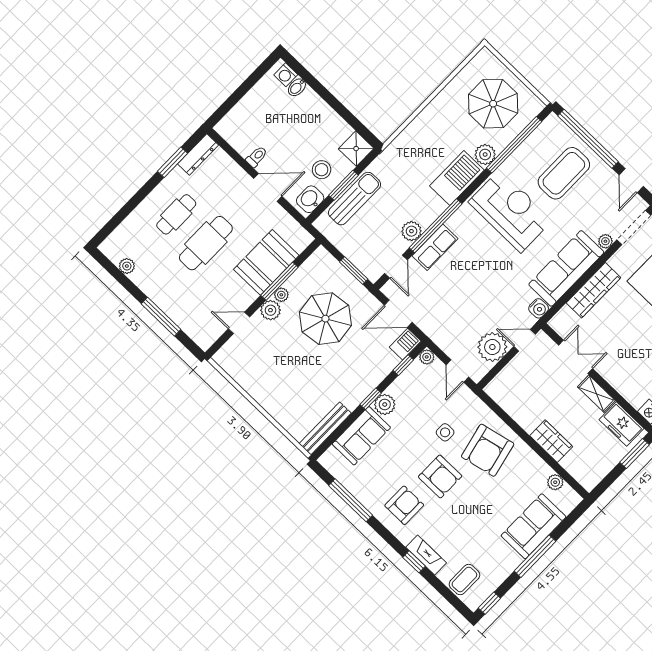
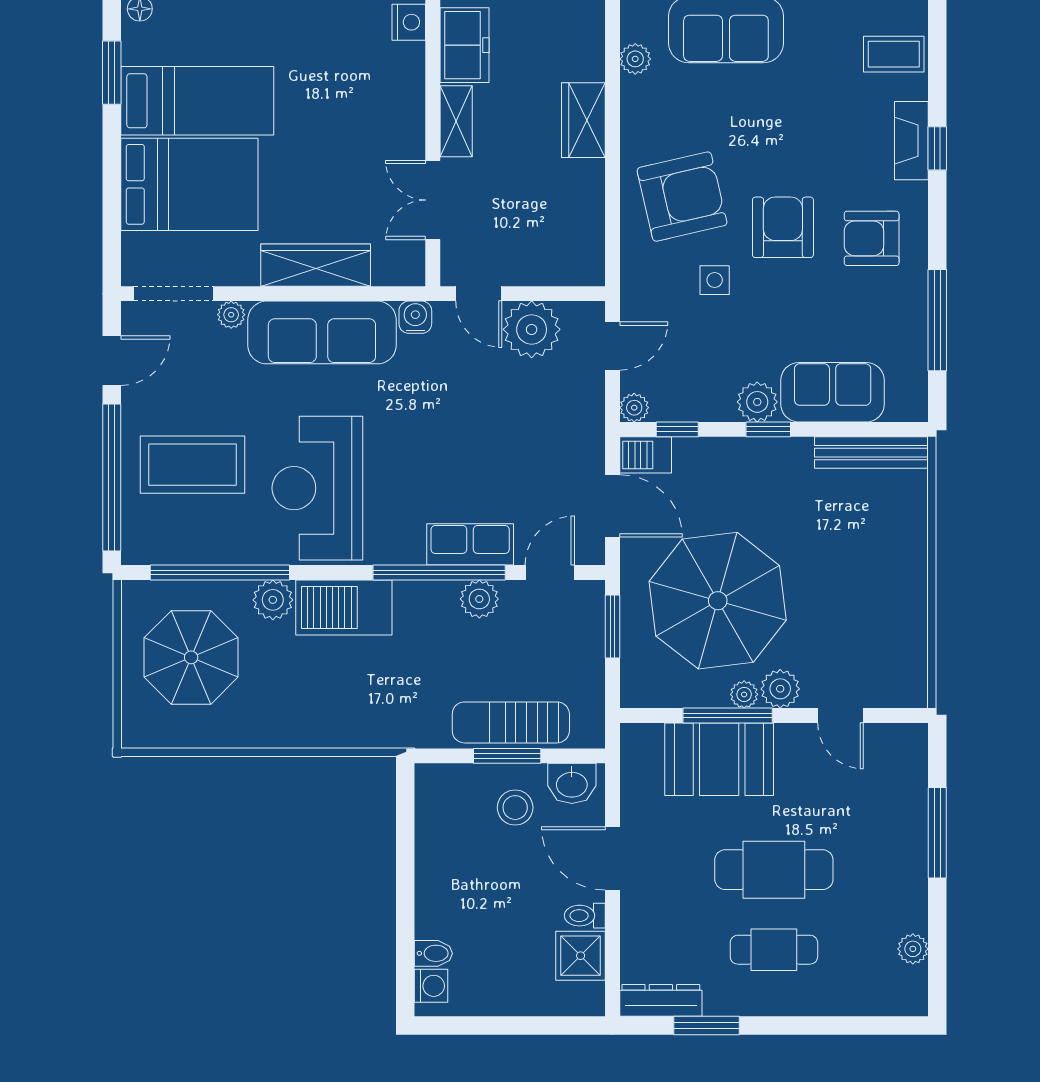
shower: (356, 149) -> (581, 956), moved
parasol: (325, 319) -> (718, 601), width x1.36, depth x1.36

